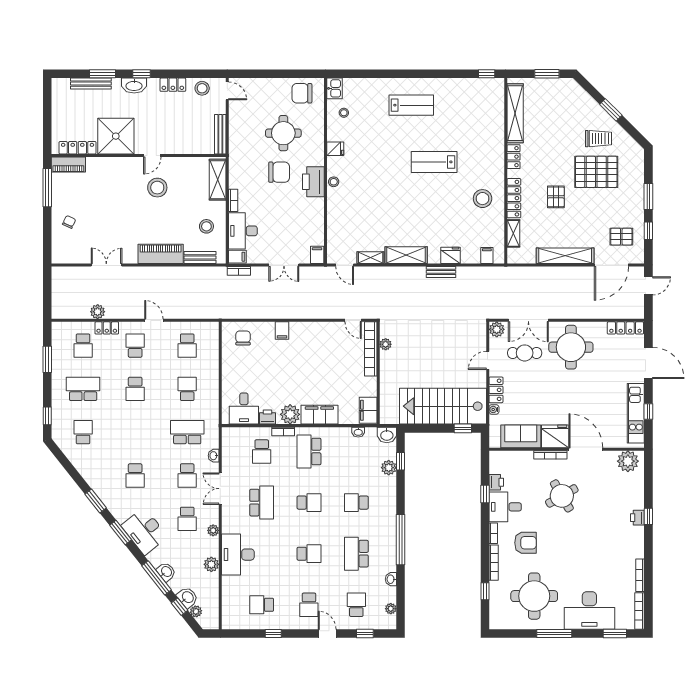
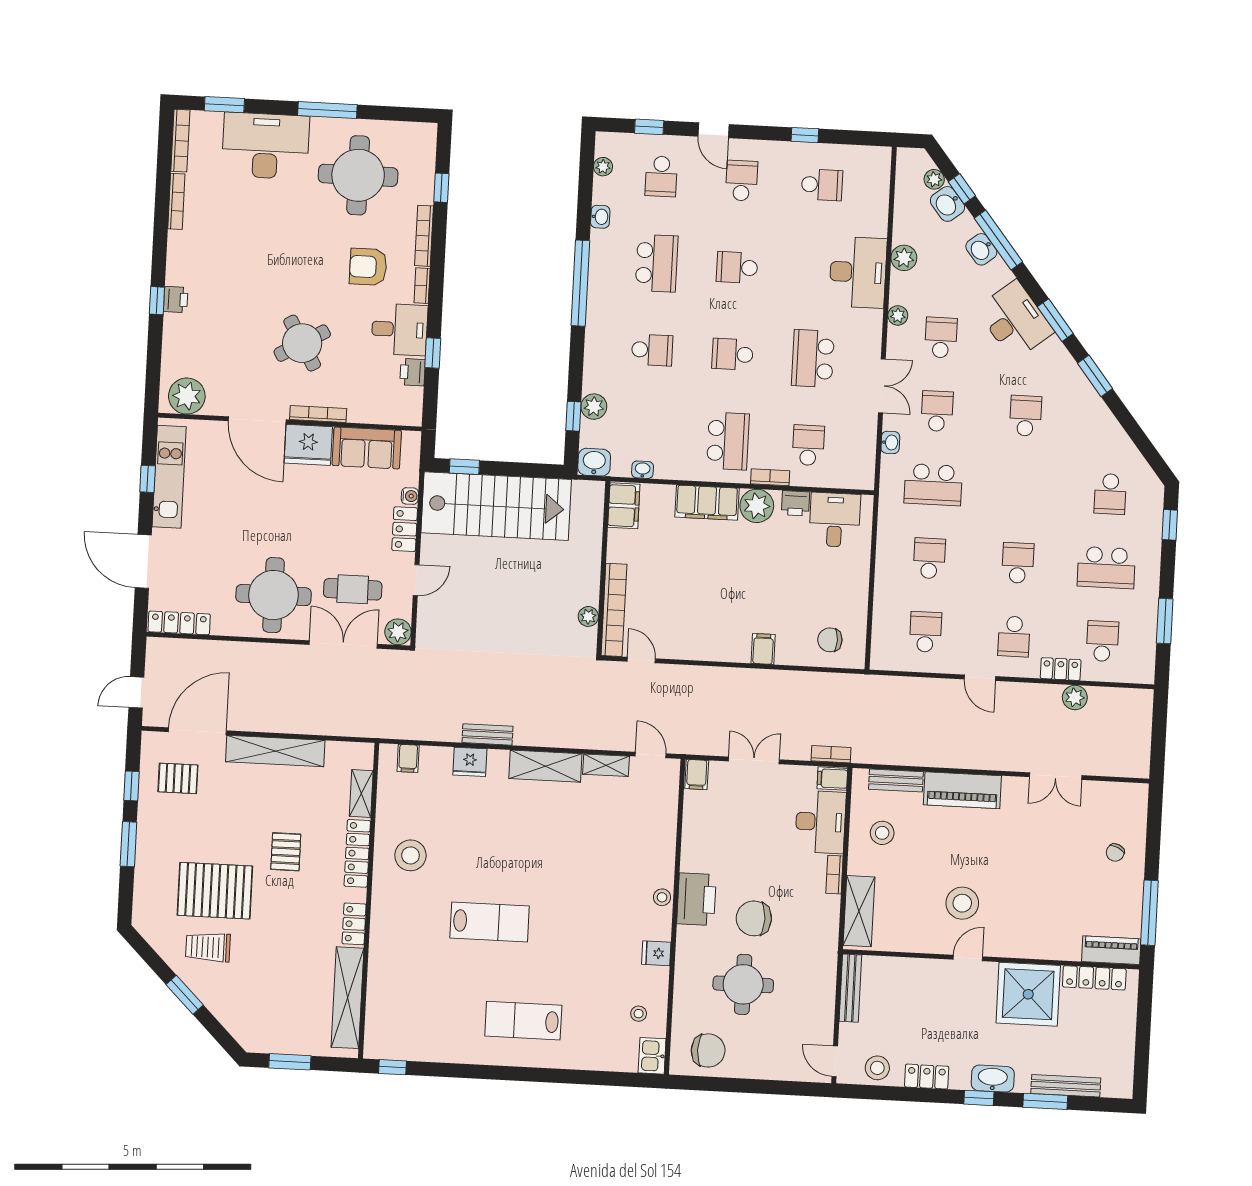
chair: (243, 338) -> (830, 640), turned 90
school desk: (187, 389) -> (929, 558), turned 180

